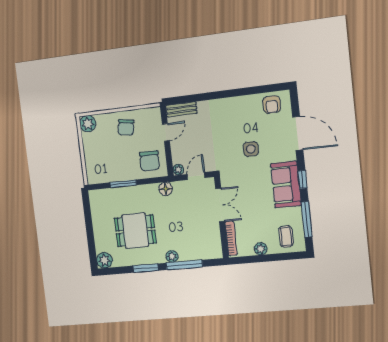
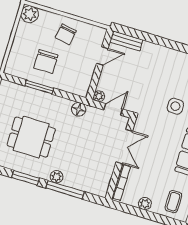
chair: (150, 161) -> (46, 62), moved

